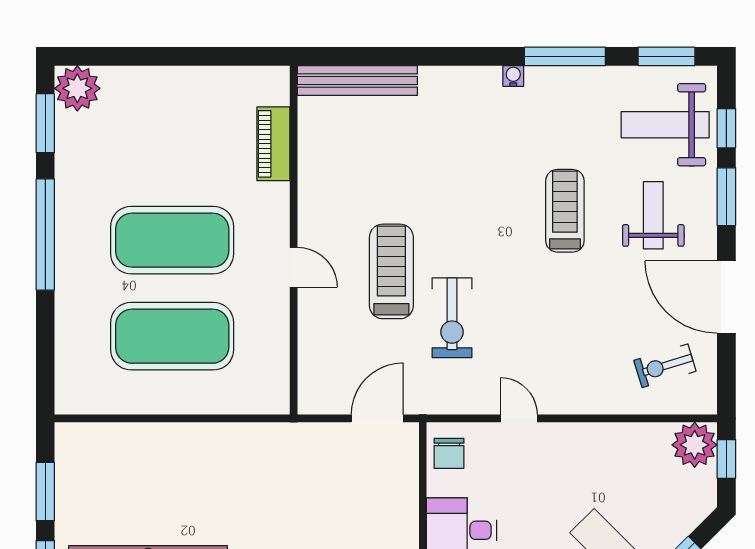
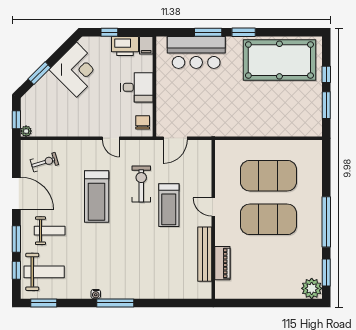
window: (565, 56) -> (115, 303), moved
water cooler: (513, 76) -> (96, 294), moved
bench: (357, 80) -> (205, 254), moved, turned 90
treadmill: (565, 211) -> (97, 196), moved, width x1.37, depth x1.38
weight bench: (653, 215) -> (50, 231), turned -90
plant: (695, 445) -> (26, 131), width x0.53, depth x0.53

